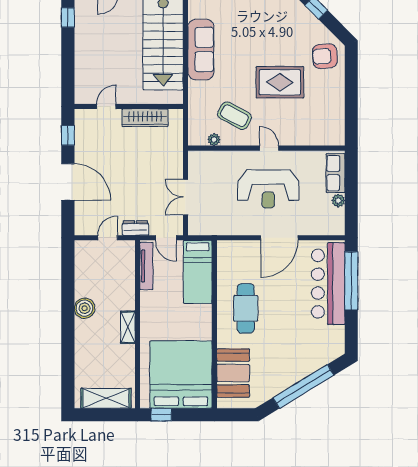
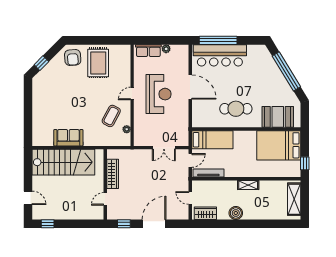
sofa: (201, 50) -> (68, 138), width x0.73
rug: (280, 82) -> (98, 63), moved
door: (106, 106) -> (105, 199), hinge flipped
dresser: (135, 228) -> (184, 180), removed
wardrobe: (84, 261) -> (205, 213), added
bed: (181, 375) -> (279, 145), width x0.73

